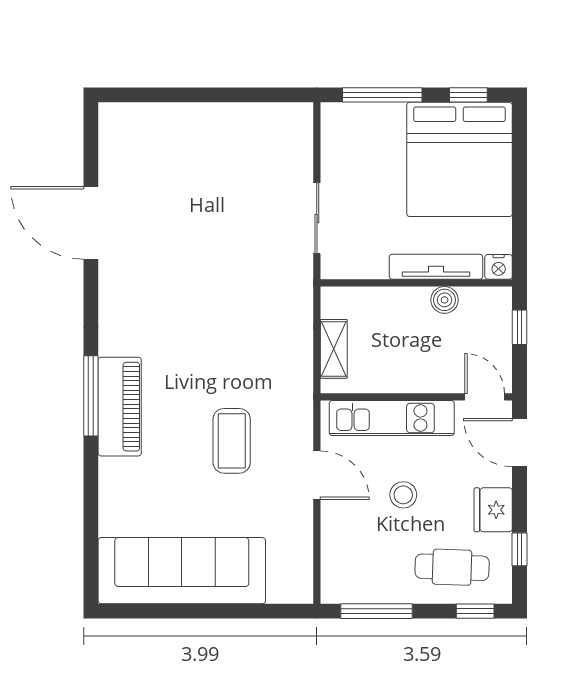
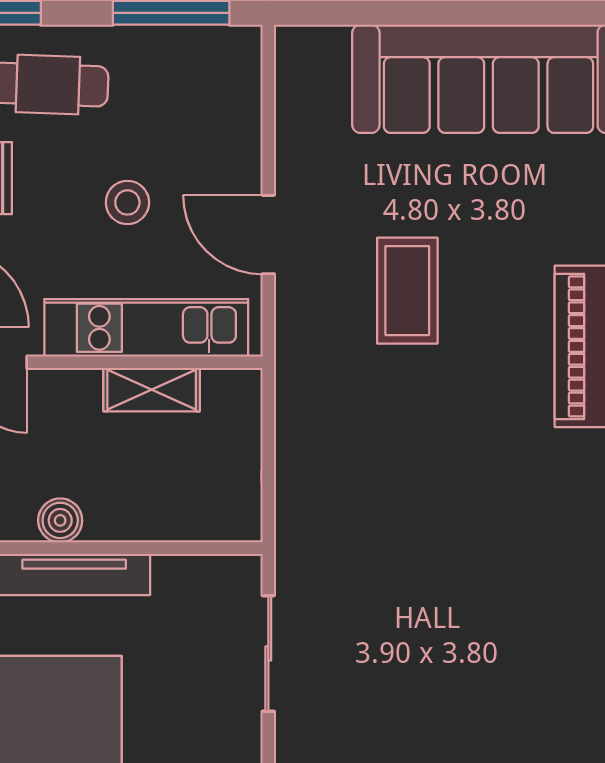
shelving: (334, 349) -> (152, 390), moved, turned 90

